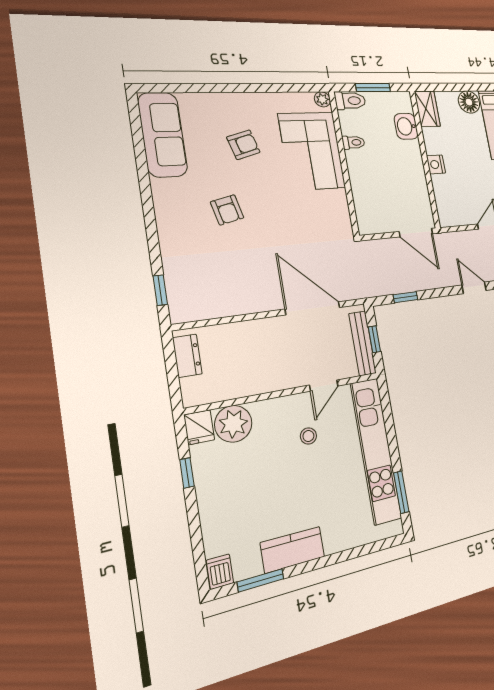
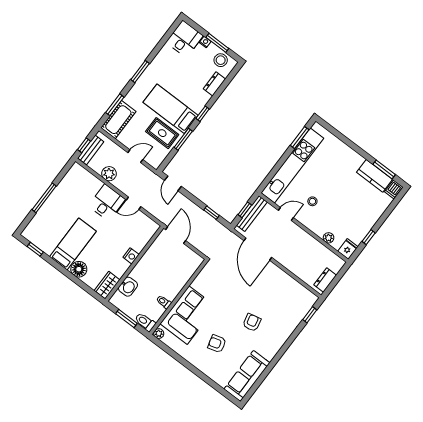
plant: (233, 424) -> (329, 238), width x0.53, depth x0.53
kitchen counter: (293, 550) -> (375, 176), moved

